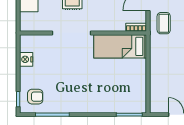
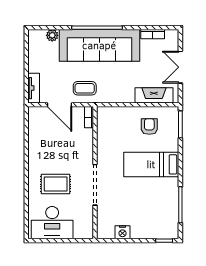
bed: (120, 46) -> (151, 164), moved, turned 90
fireplace: (157, 89) -> (154, 95), added
armchair: (35, 97) -> (149, 127), moved

